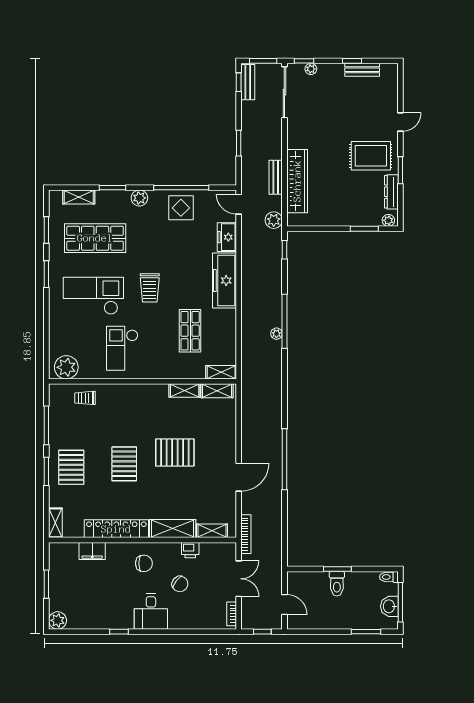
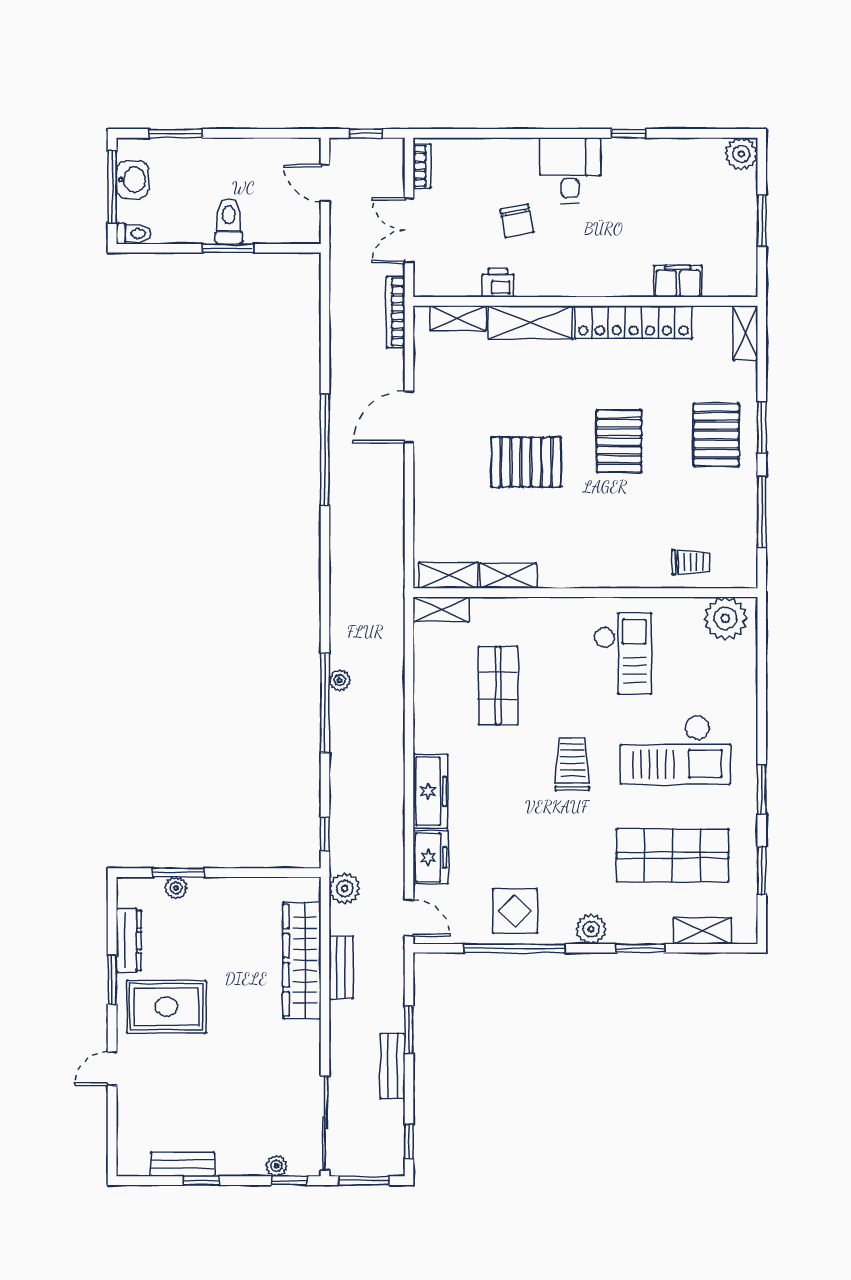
bench: (248, 82) -> (392, 1066), moved
plant: (388, 220) -> (176, 888), moved
freezer: (225, 281) -> (430, 791), width x0.73, depth x0.79
chair: (144, 563) -> (583, 259), removed
chair: (180, 584) -> (517, 221), turned -140

